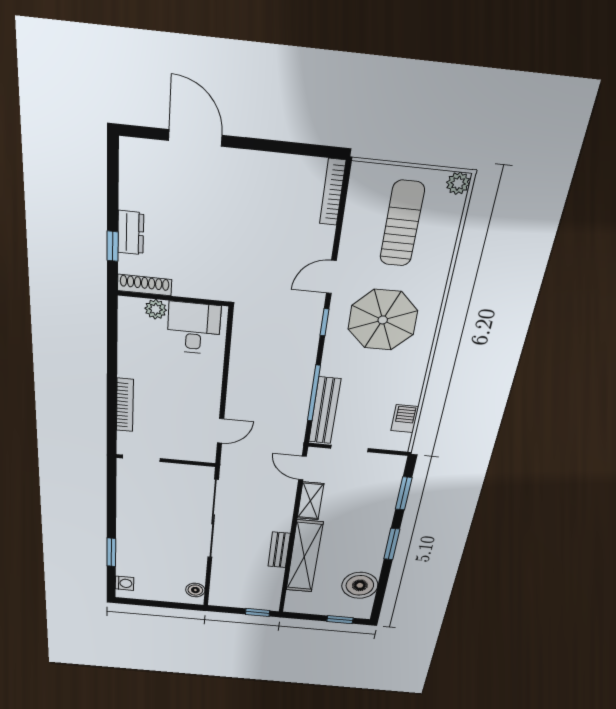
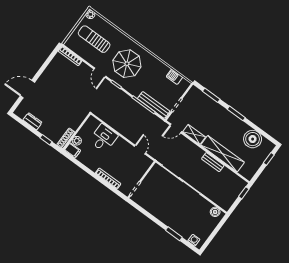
dresser: (131, 233) -> (33, 121), moved
filing cabinet: (130, 312) -> (72, 150), added
desk: (194, 328) -> (103, 138), moved, turned 90

